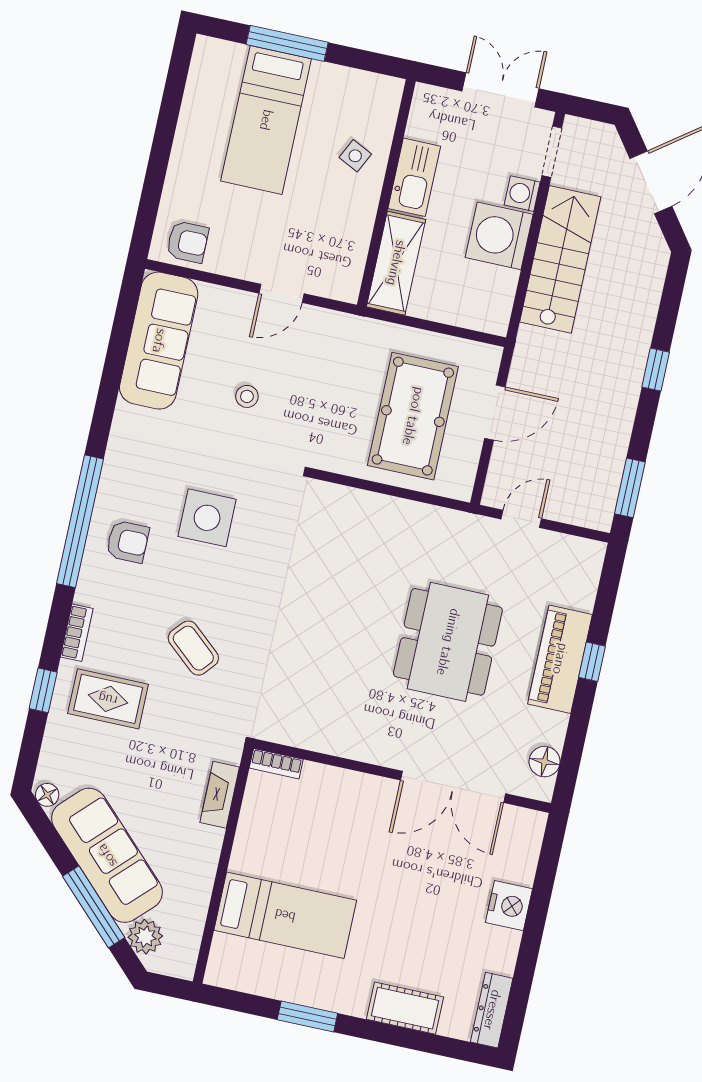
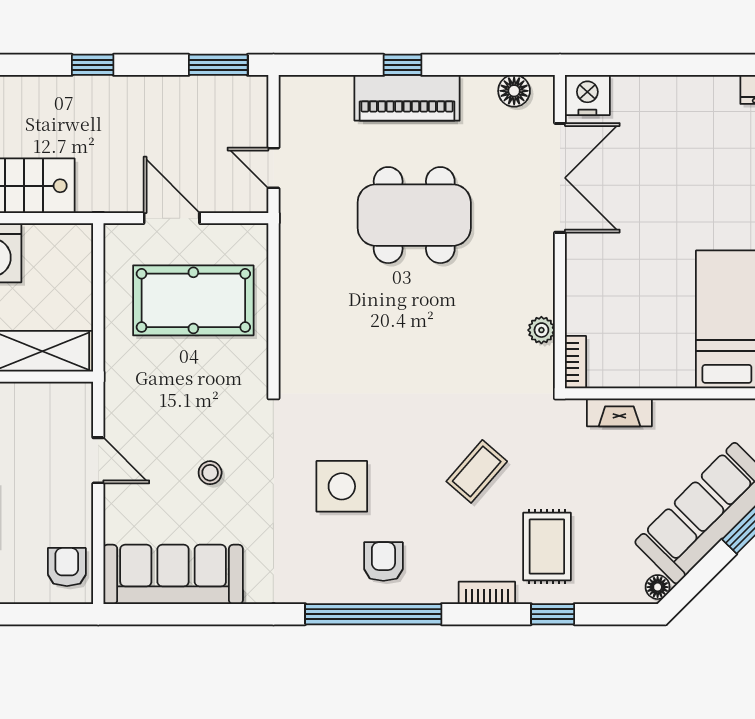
plant: (313, 738) -> (541, 330), added
nightstand: (509, 906) -> (587, 95), moved

